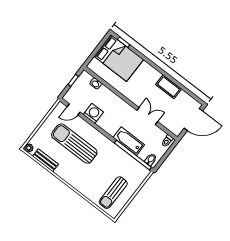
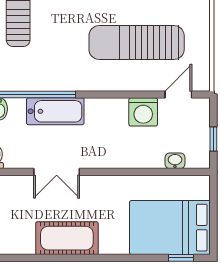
cot: (169, 87) -> (67, 238), width x1.37, depth x1.34
sun lounger: (74, 144) -> (137, 43), turned 180

